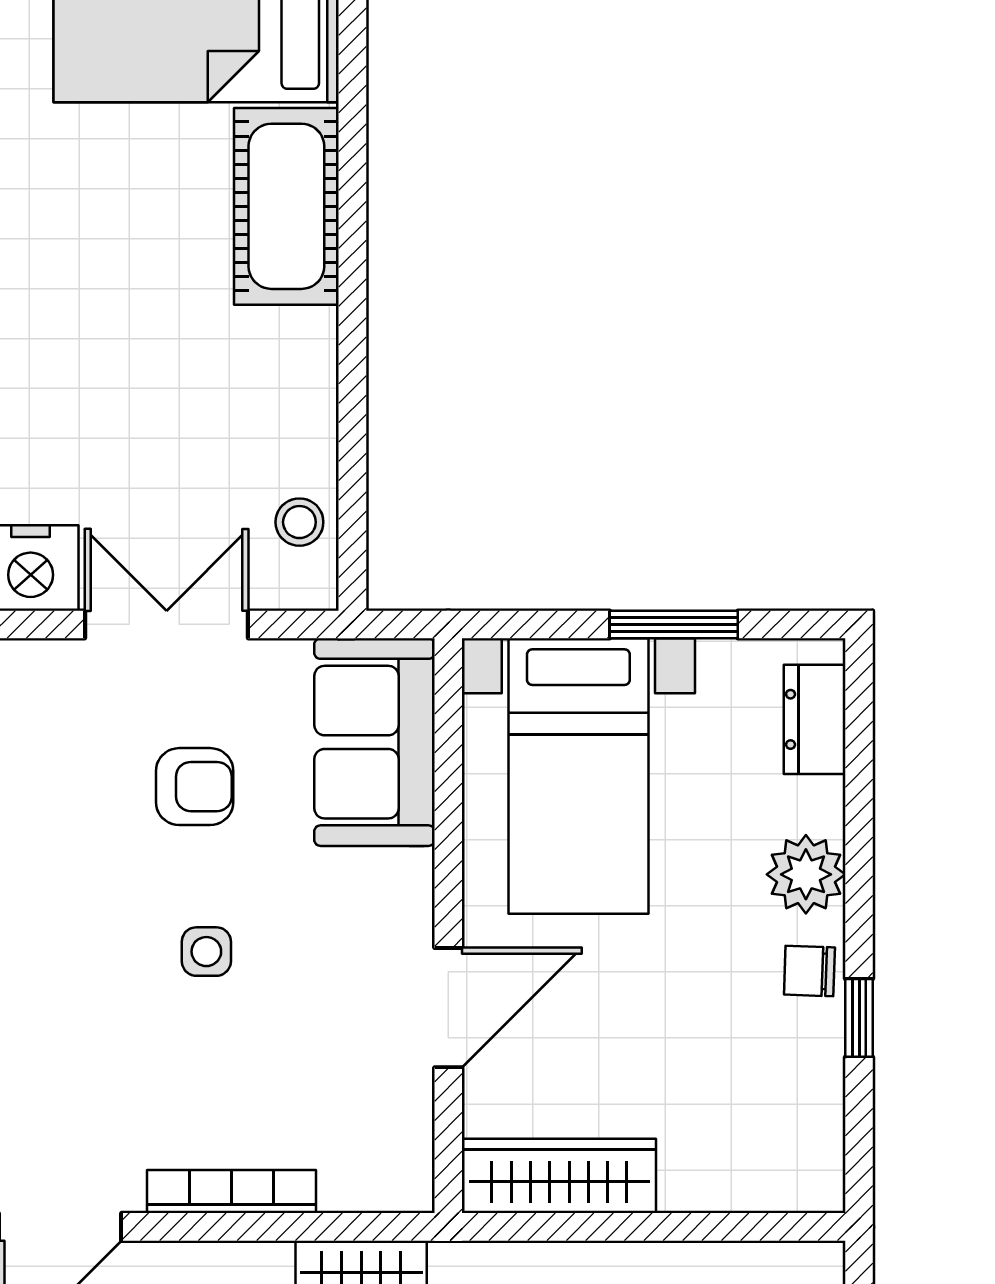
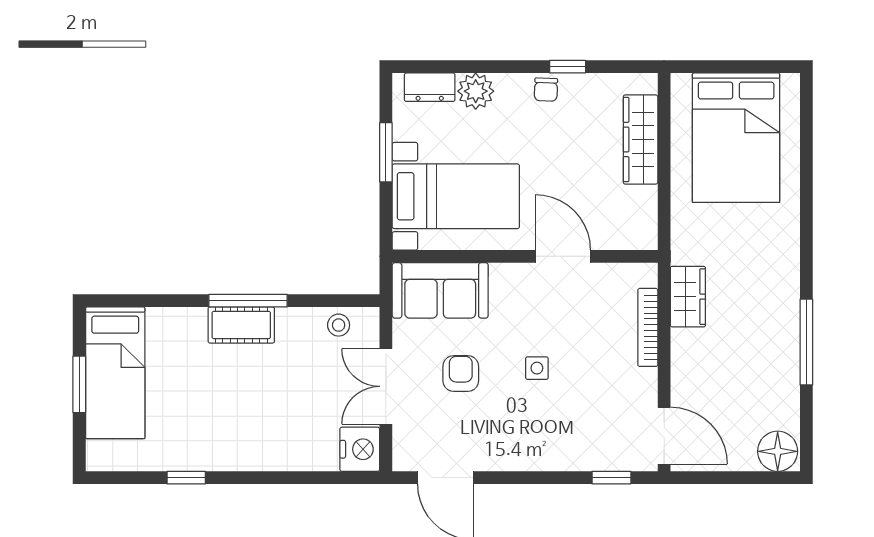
cot: (286, 206) -> (241, 325), moved, width x0.73, depth x0.75
window: (352, 326) -> (248, 301), added
plant: (806, 874) -> (476, 91), moved
wardrobe: (559, 1176) -> (641, 139), moved
bookcase: (231, 1192) -> (648, 327), moved

